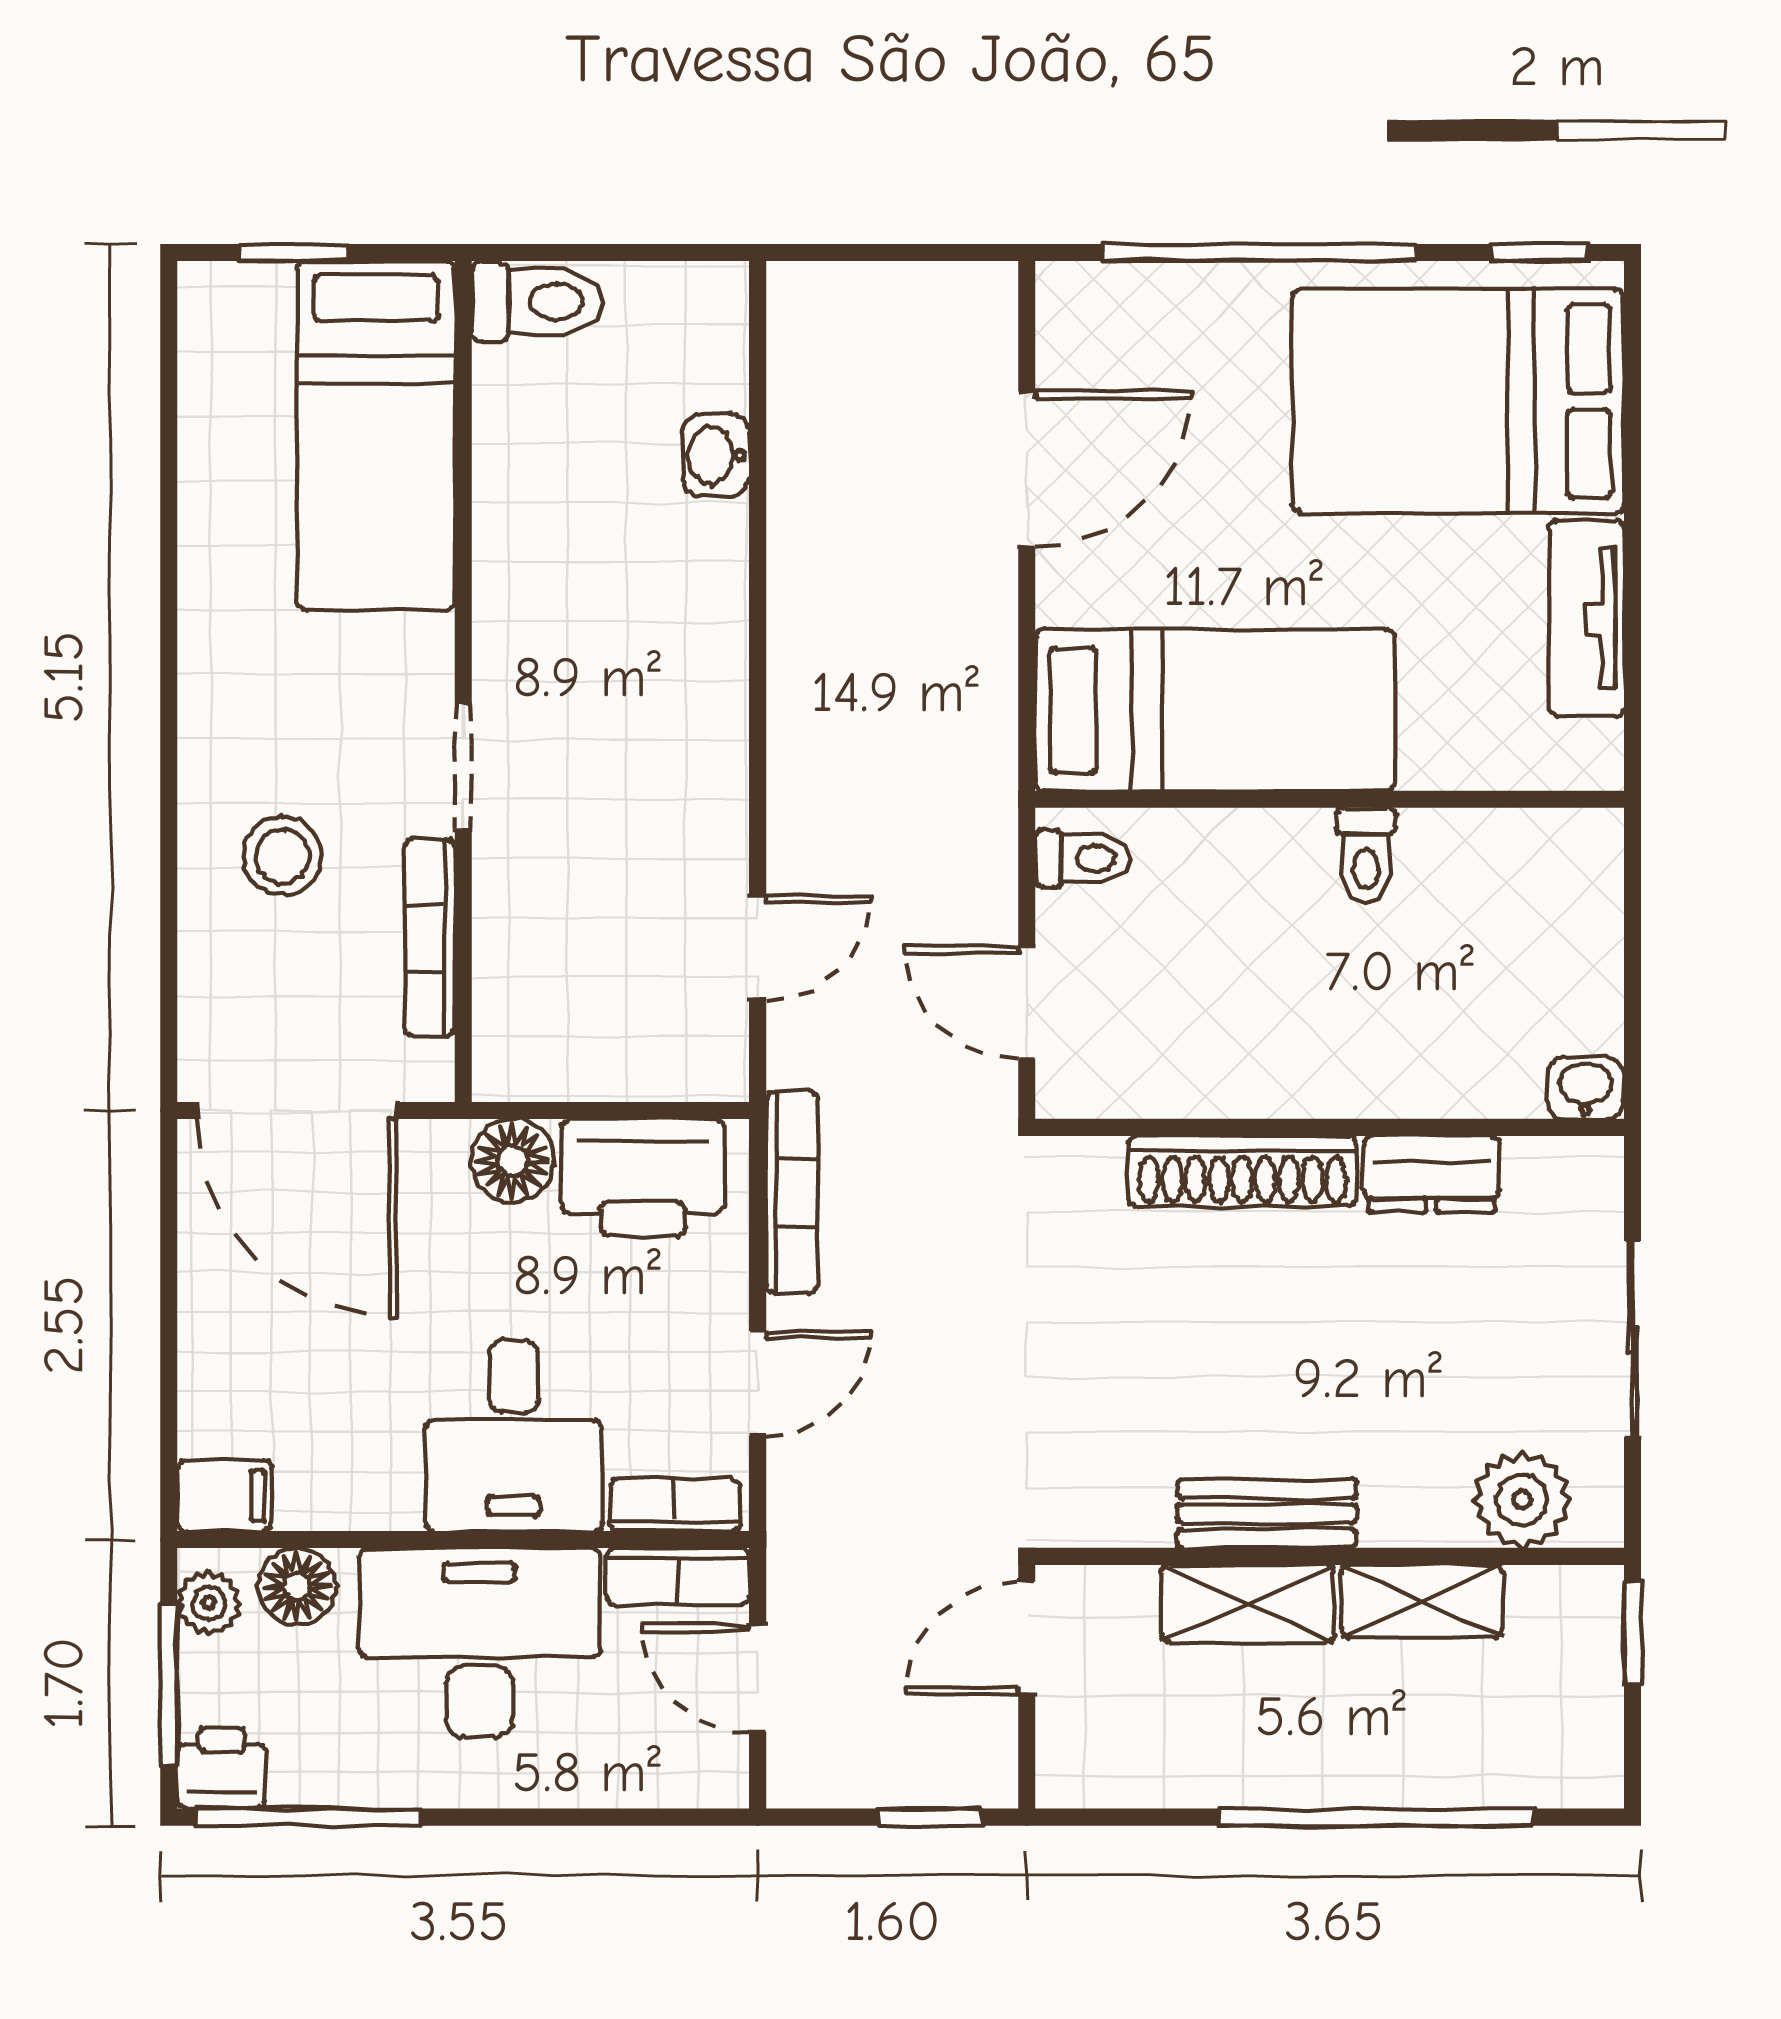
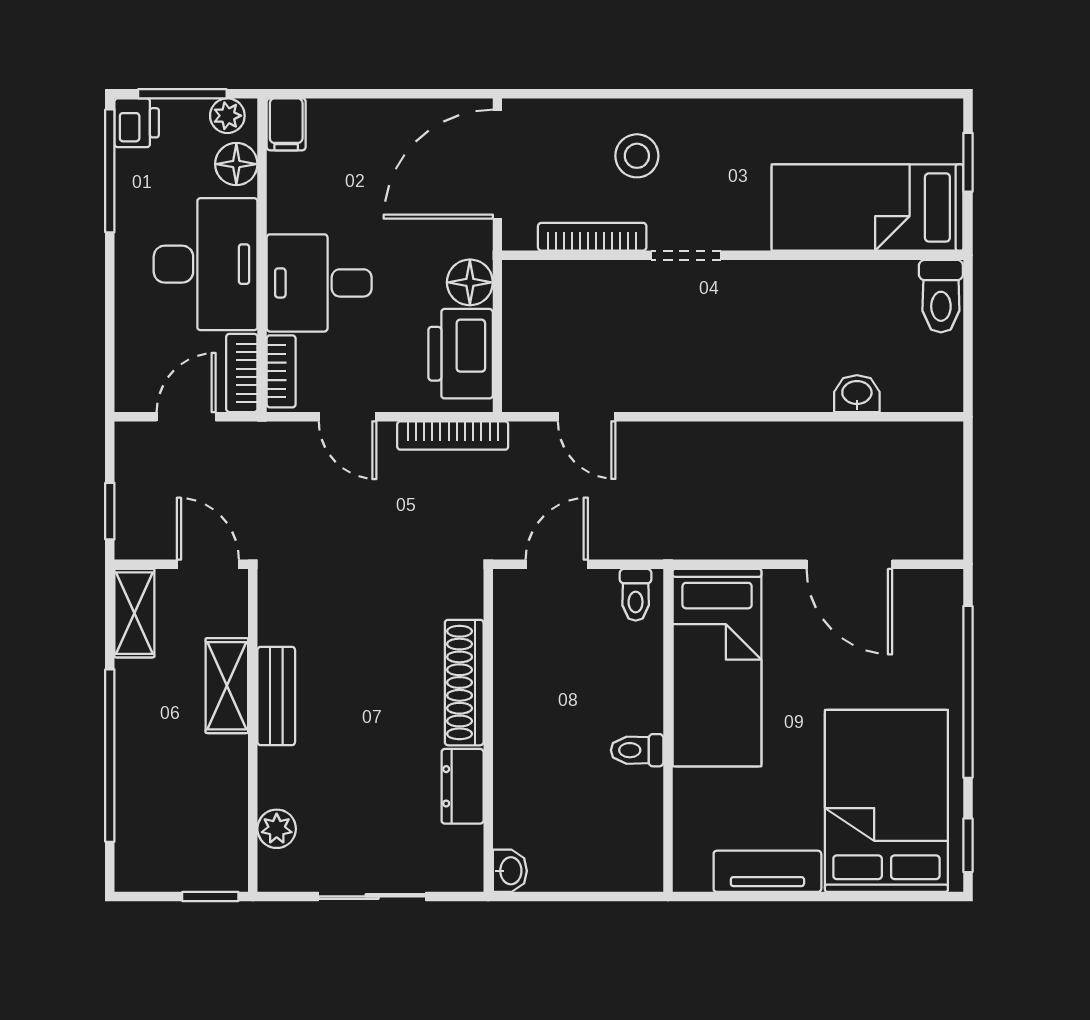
plant: (1522, 1500) -> (277, 829), width x0.73, depth x0.73
shelving: (1422, 1601) -> (134, 613), moved

